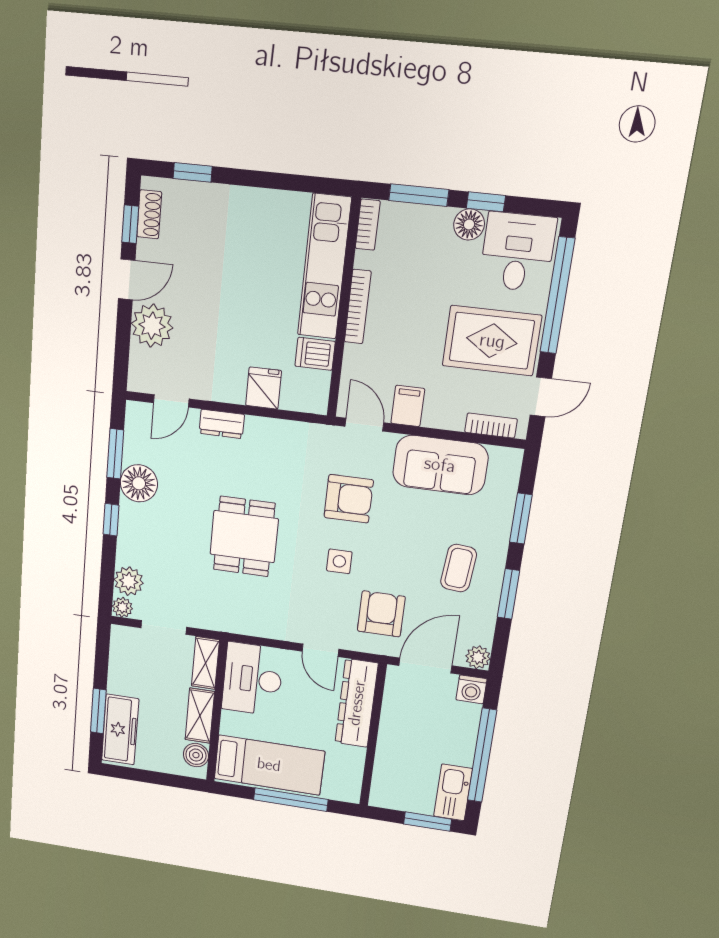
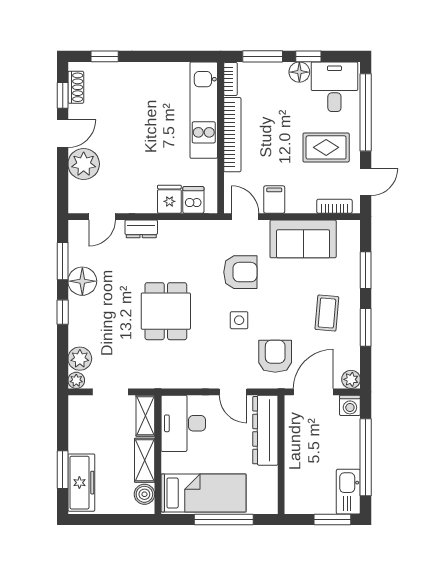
bookcase: (358, 307) -> (232, 135), width x1.48, depth x1.31
rug: (492, 341) -> (326, 147), width x0.73, depth x0.70
dishwasher: (315, 354) -> (193, 200), moved, turned 90

